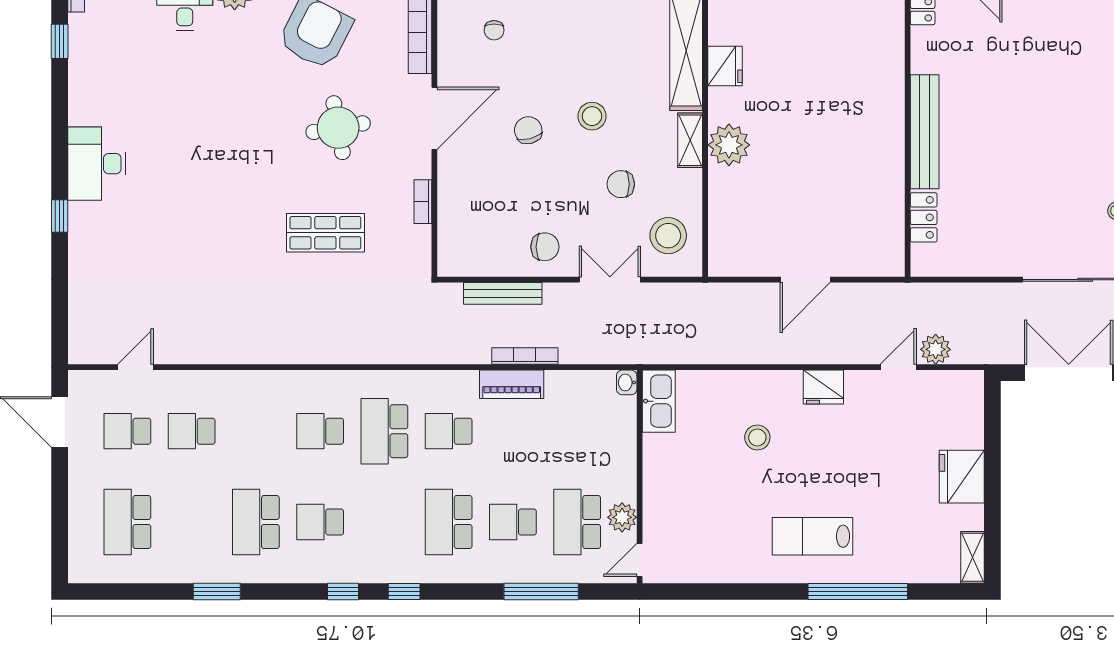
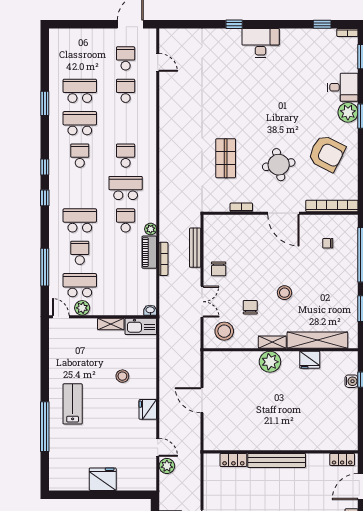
chair: (528, 130) -> (277, 261), removed
plant: (466, 382) -> (151, 229), added
school desk: (127, 522) -> (80, 91), moved
shelving: (973, 557) -> (111, 324), moved

